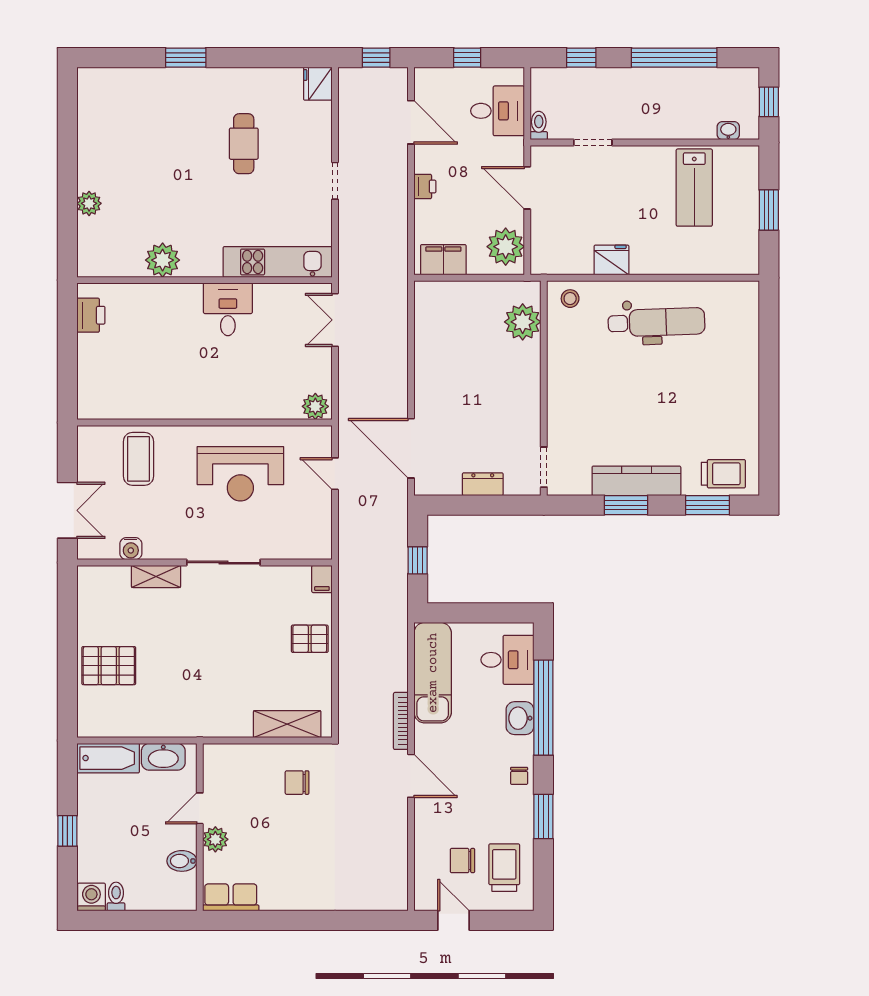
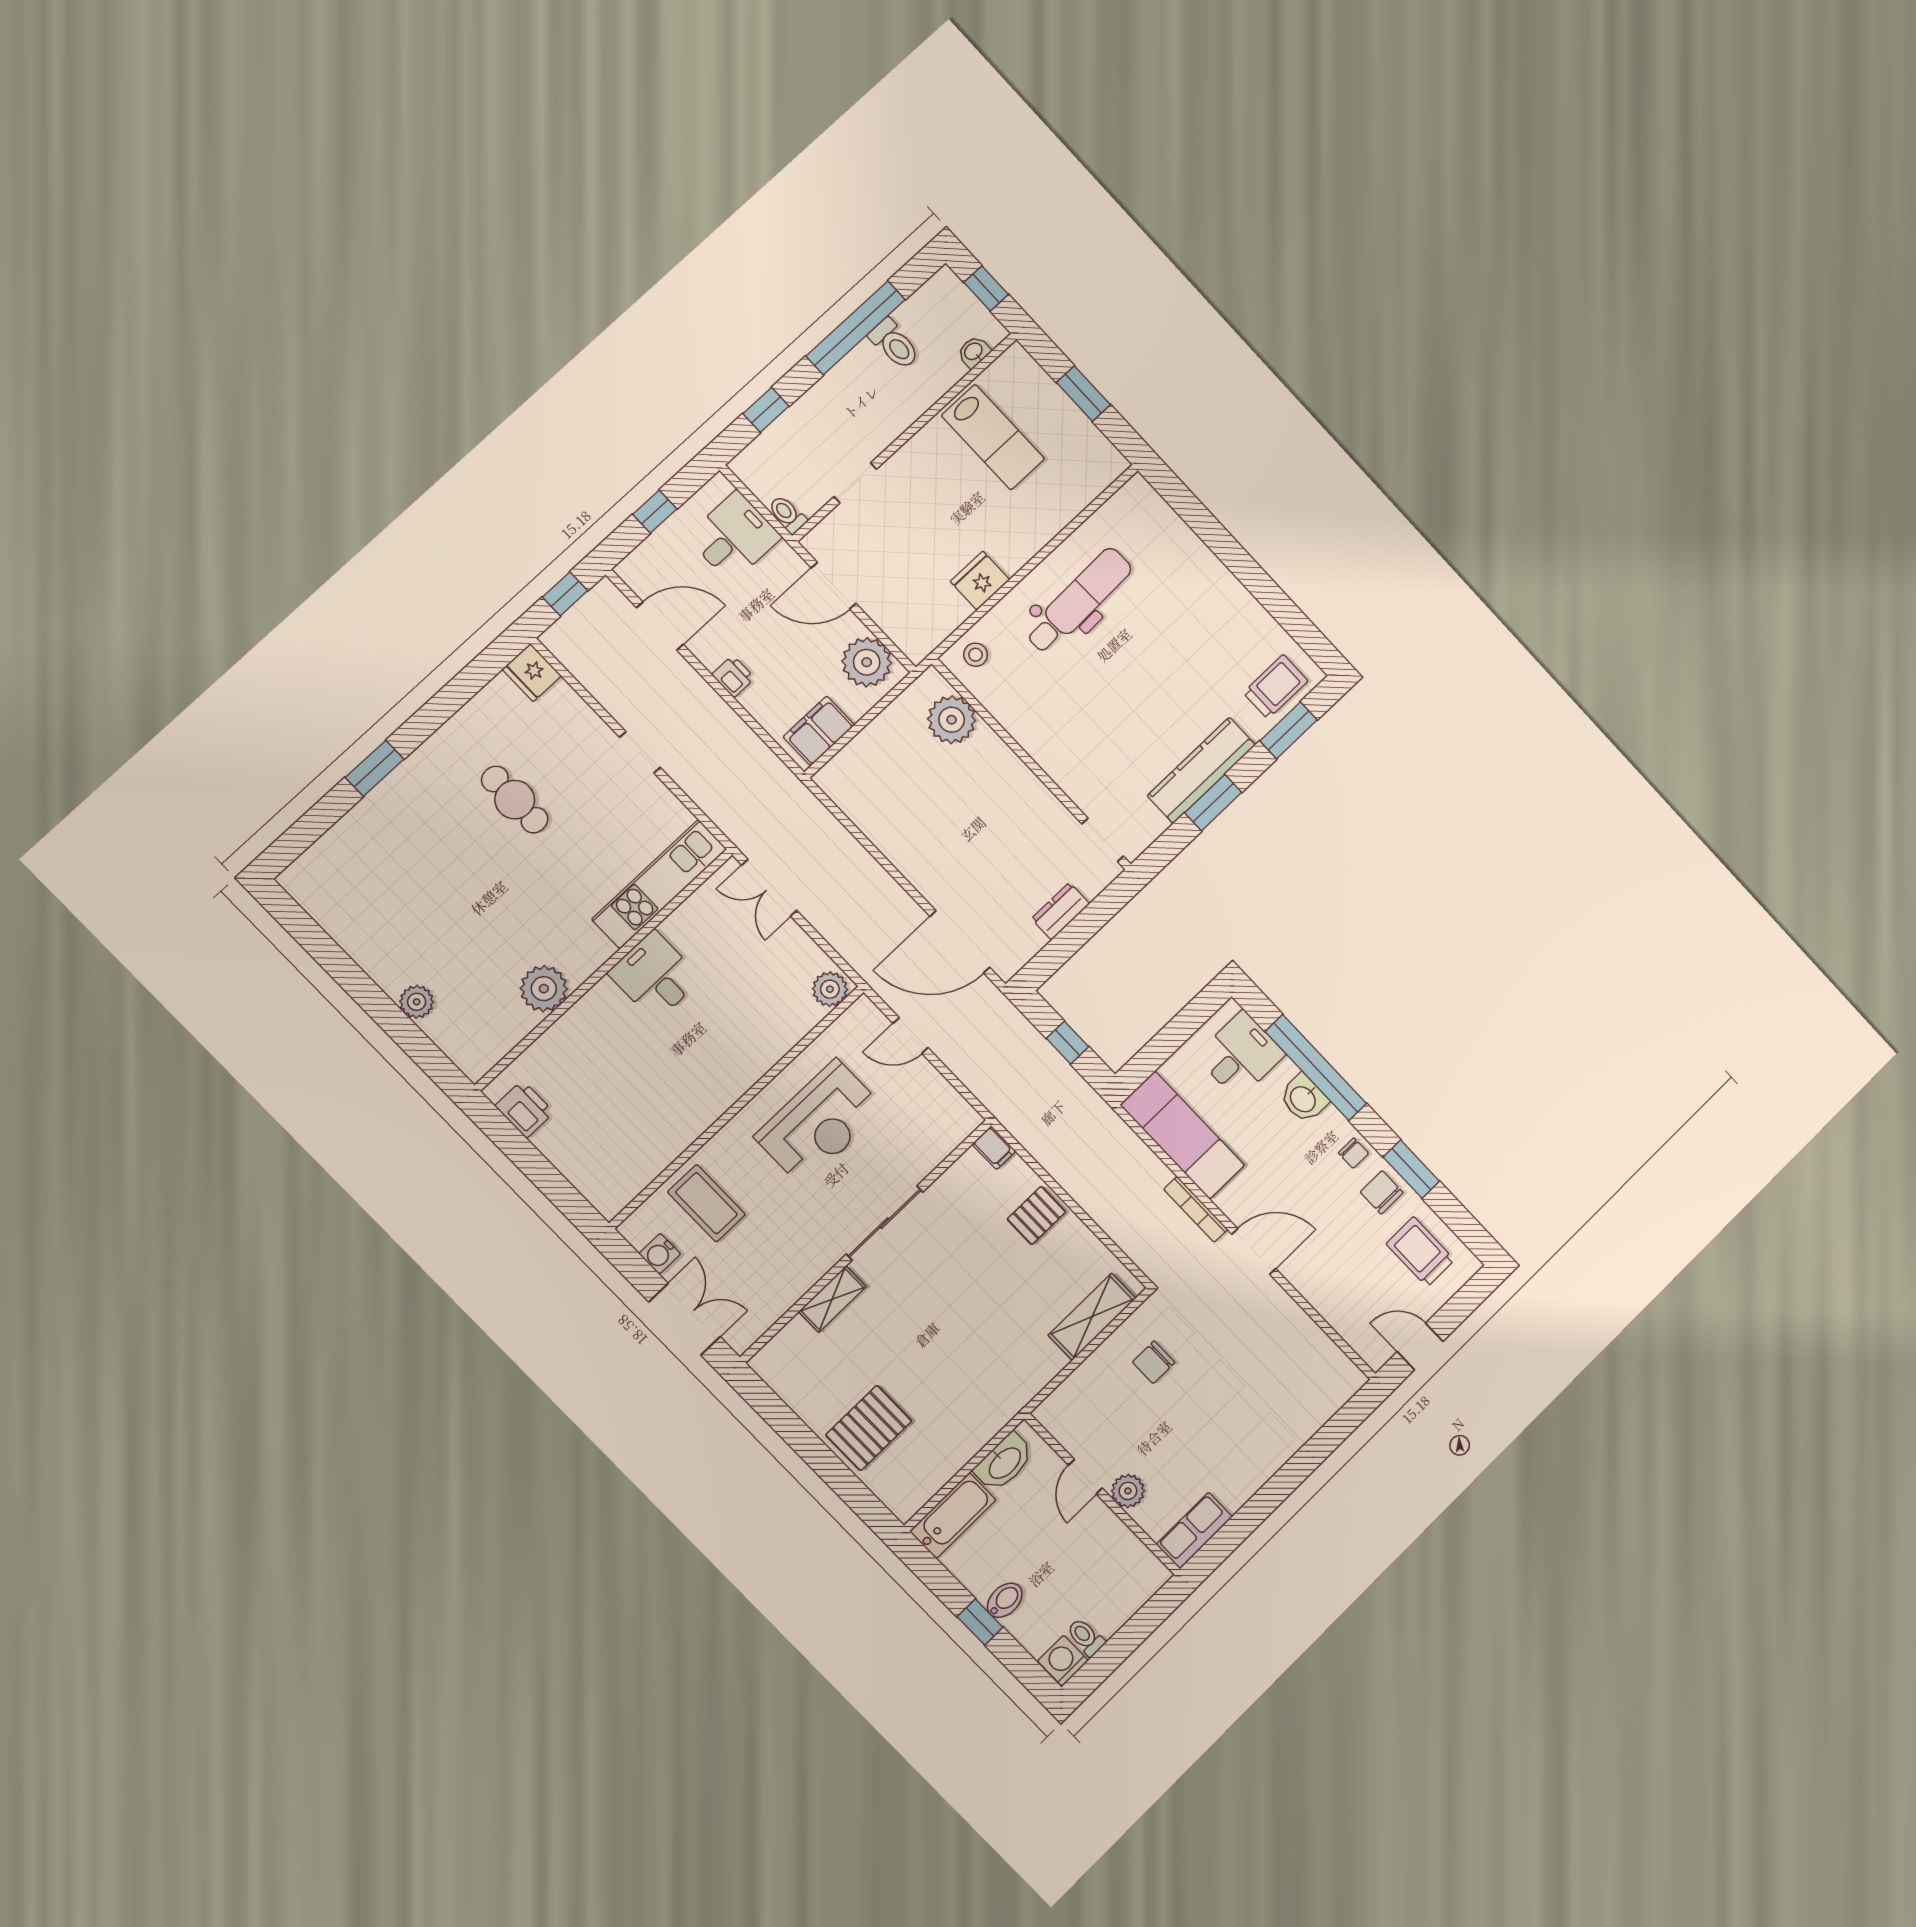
toilet: (687, 86) -> (894, 344), added
water cooler: (131, 549) -> (660, 1254), moved, turned 90
bidet: (182, 861) -> (1005, 1600), moved, turned 180
chair: (462, 861) -> (1382, 1192), moved, turned 90

